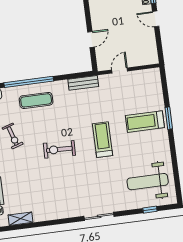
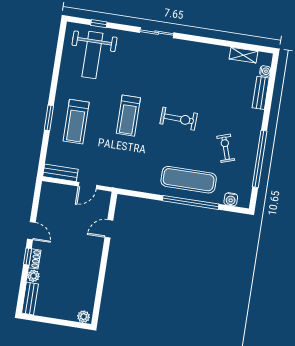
bench: (83, 83) -> (60, 173), moved
exercise mat: (36, 100) -> (189, 180), width x1.36, depth x1.45
treadmill: (145, 122) -> (76, 122), turned 90
weight bench: (148, 182) -> (92, 55), turned 90

